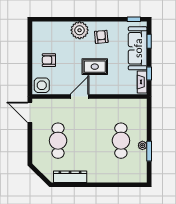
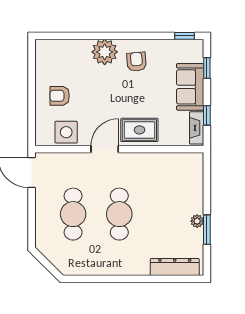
sofa: (138, 48) -> (190, 87), width x0.73
rug: (95, 67) -> (139, 130), moved
side table: (42, 85) -> (66, 132), moved
cafe table: (121, 141) -> (119, 214), moved
dresser: (70, 177) -> (175, 267), moved

